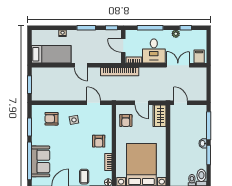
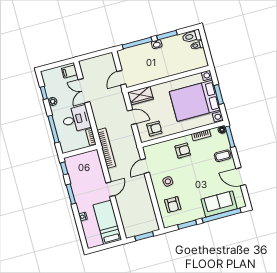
door: (123, 46) -> (79, 152), removed
door: (142, 103) -> (132, 117), hinge flipped

